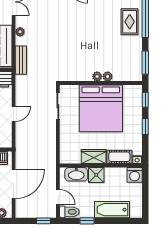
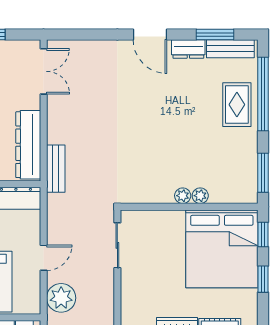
plant: (20, 32) -> (61, 298), moved, width x1.88, depth x1.88
bed: (101, 108) -> (222, 249), moved

